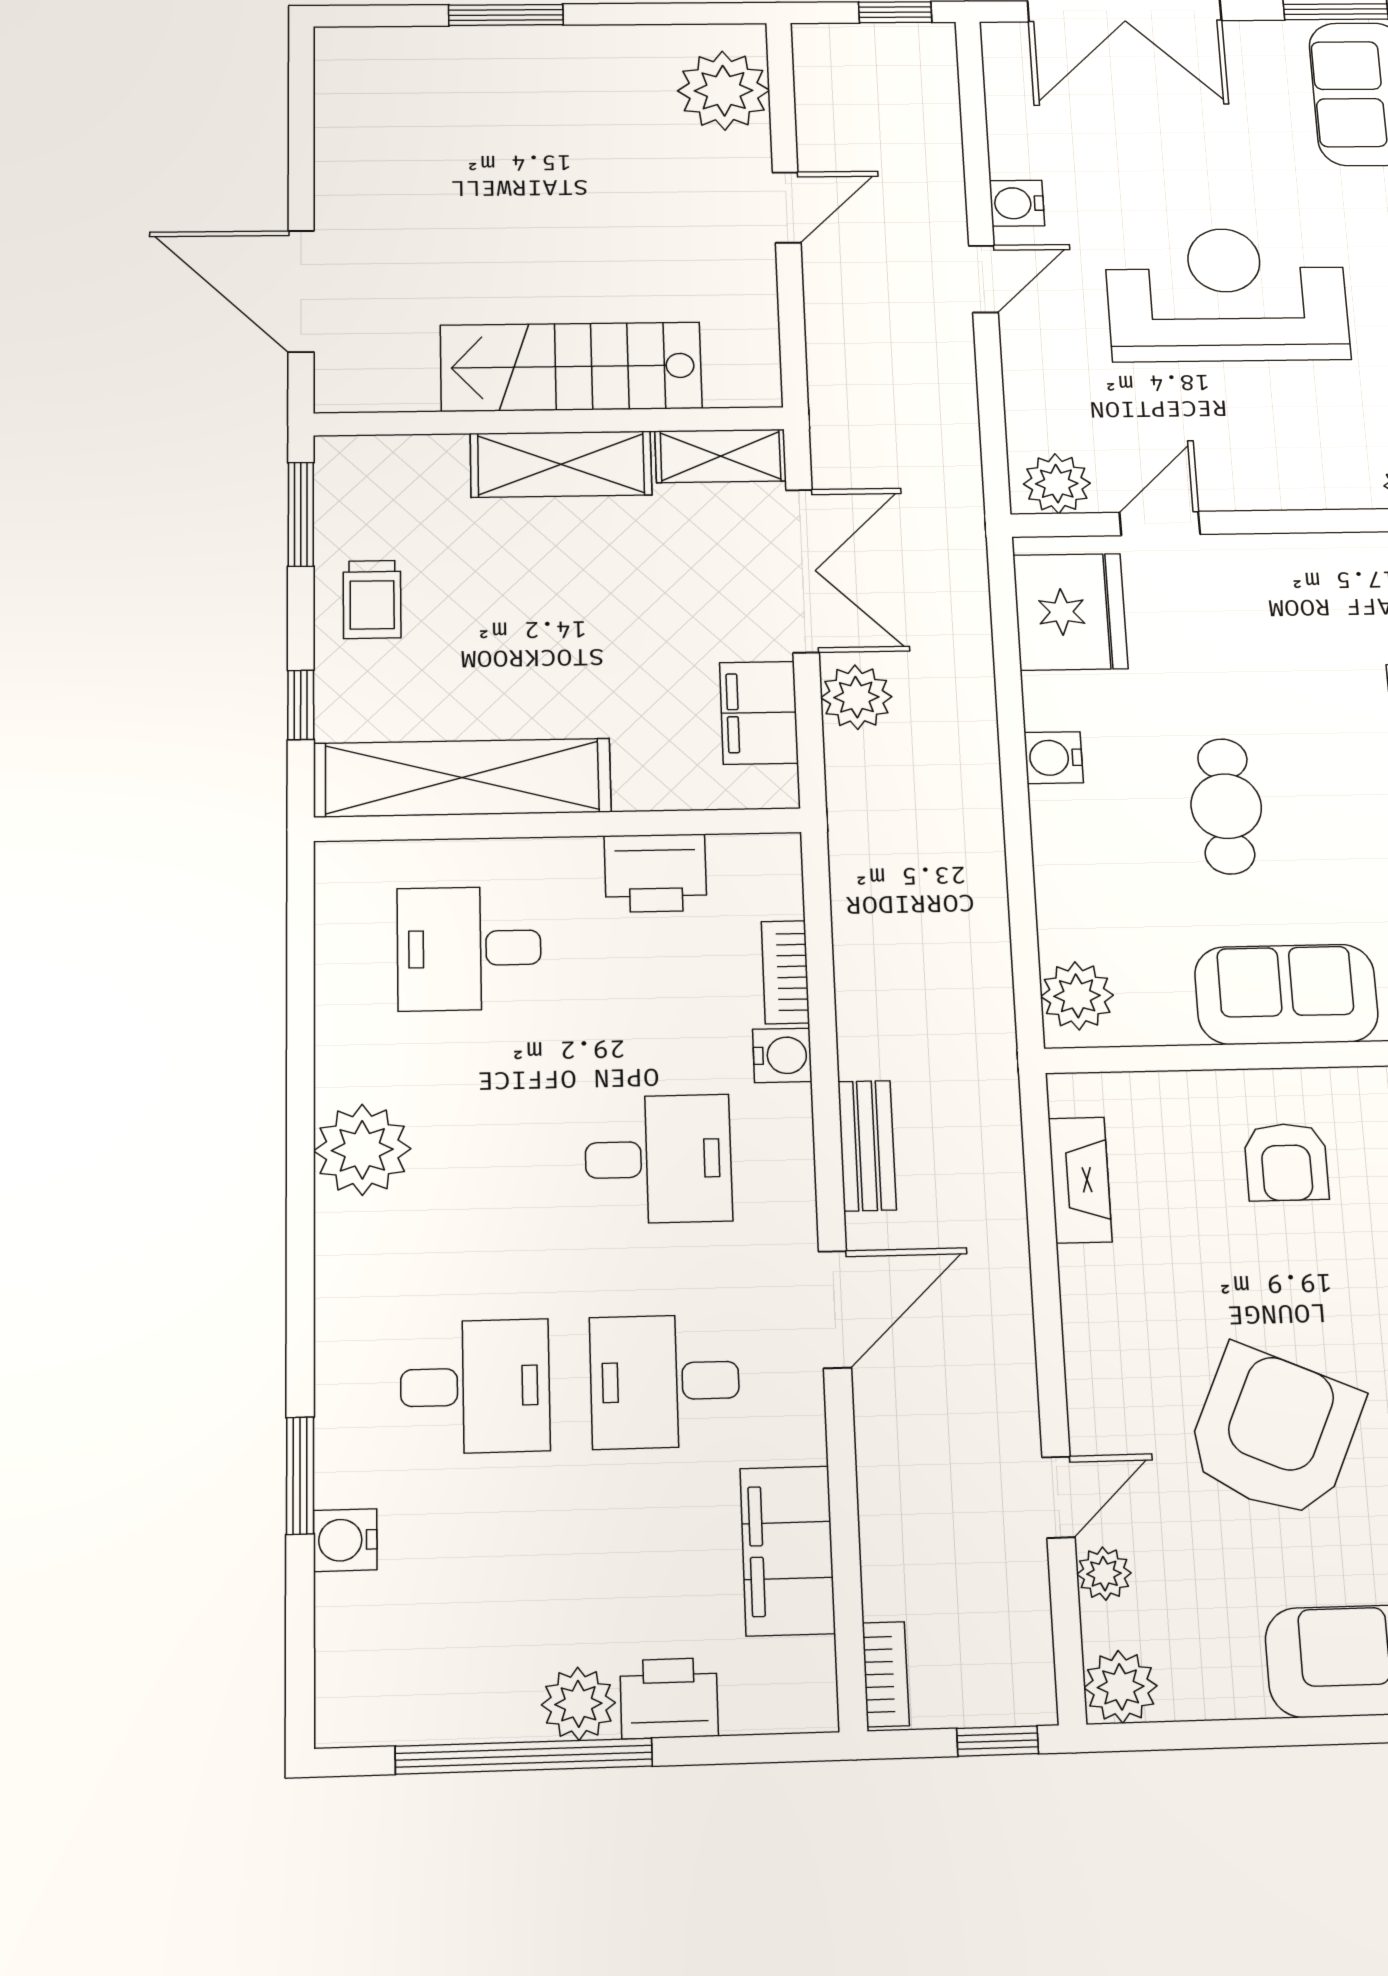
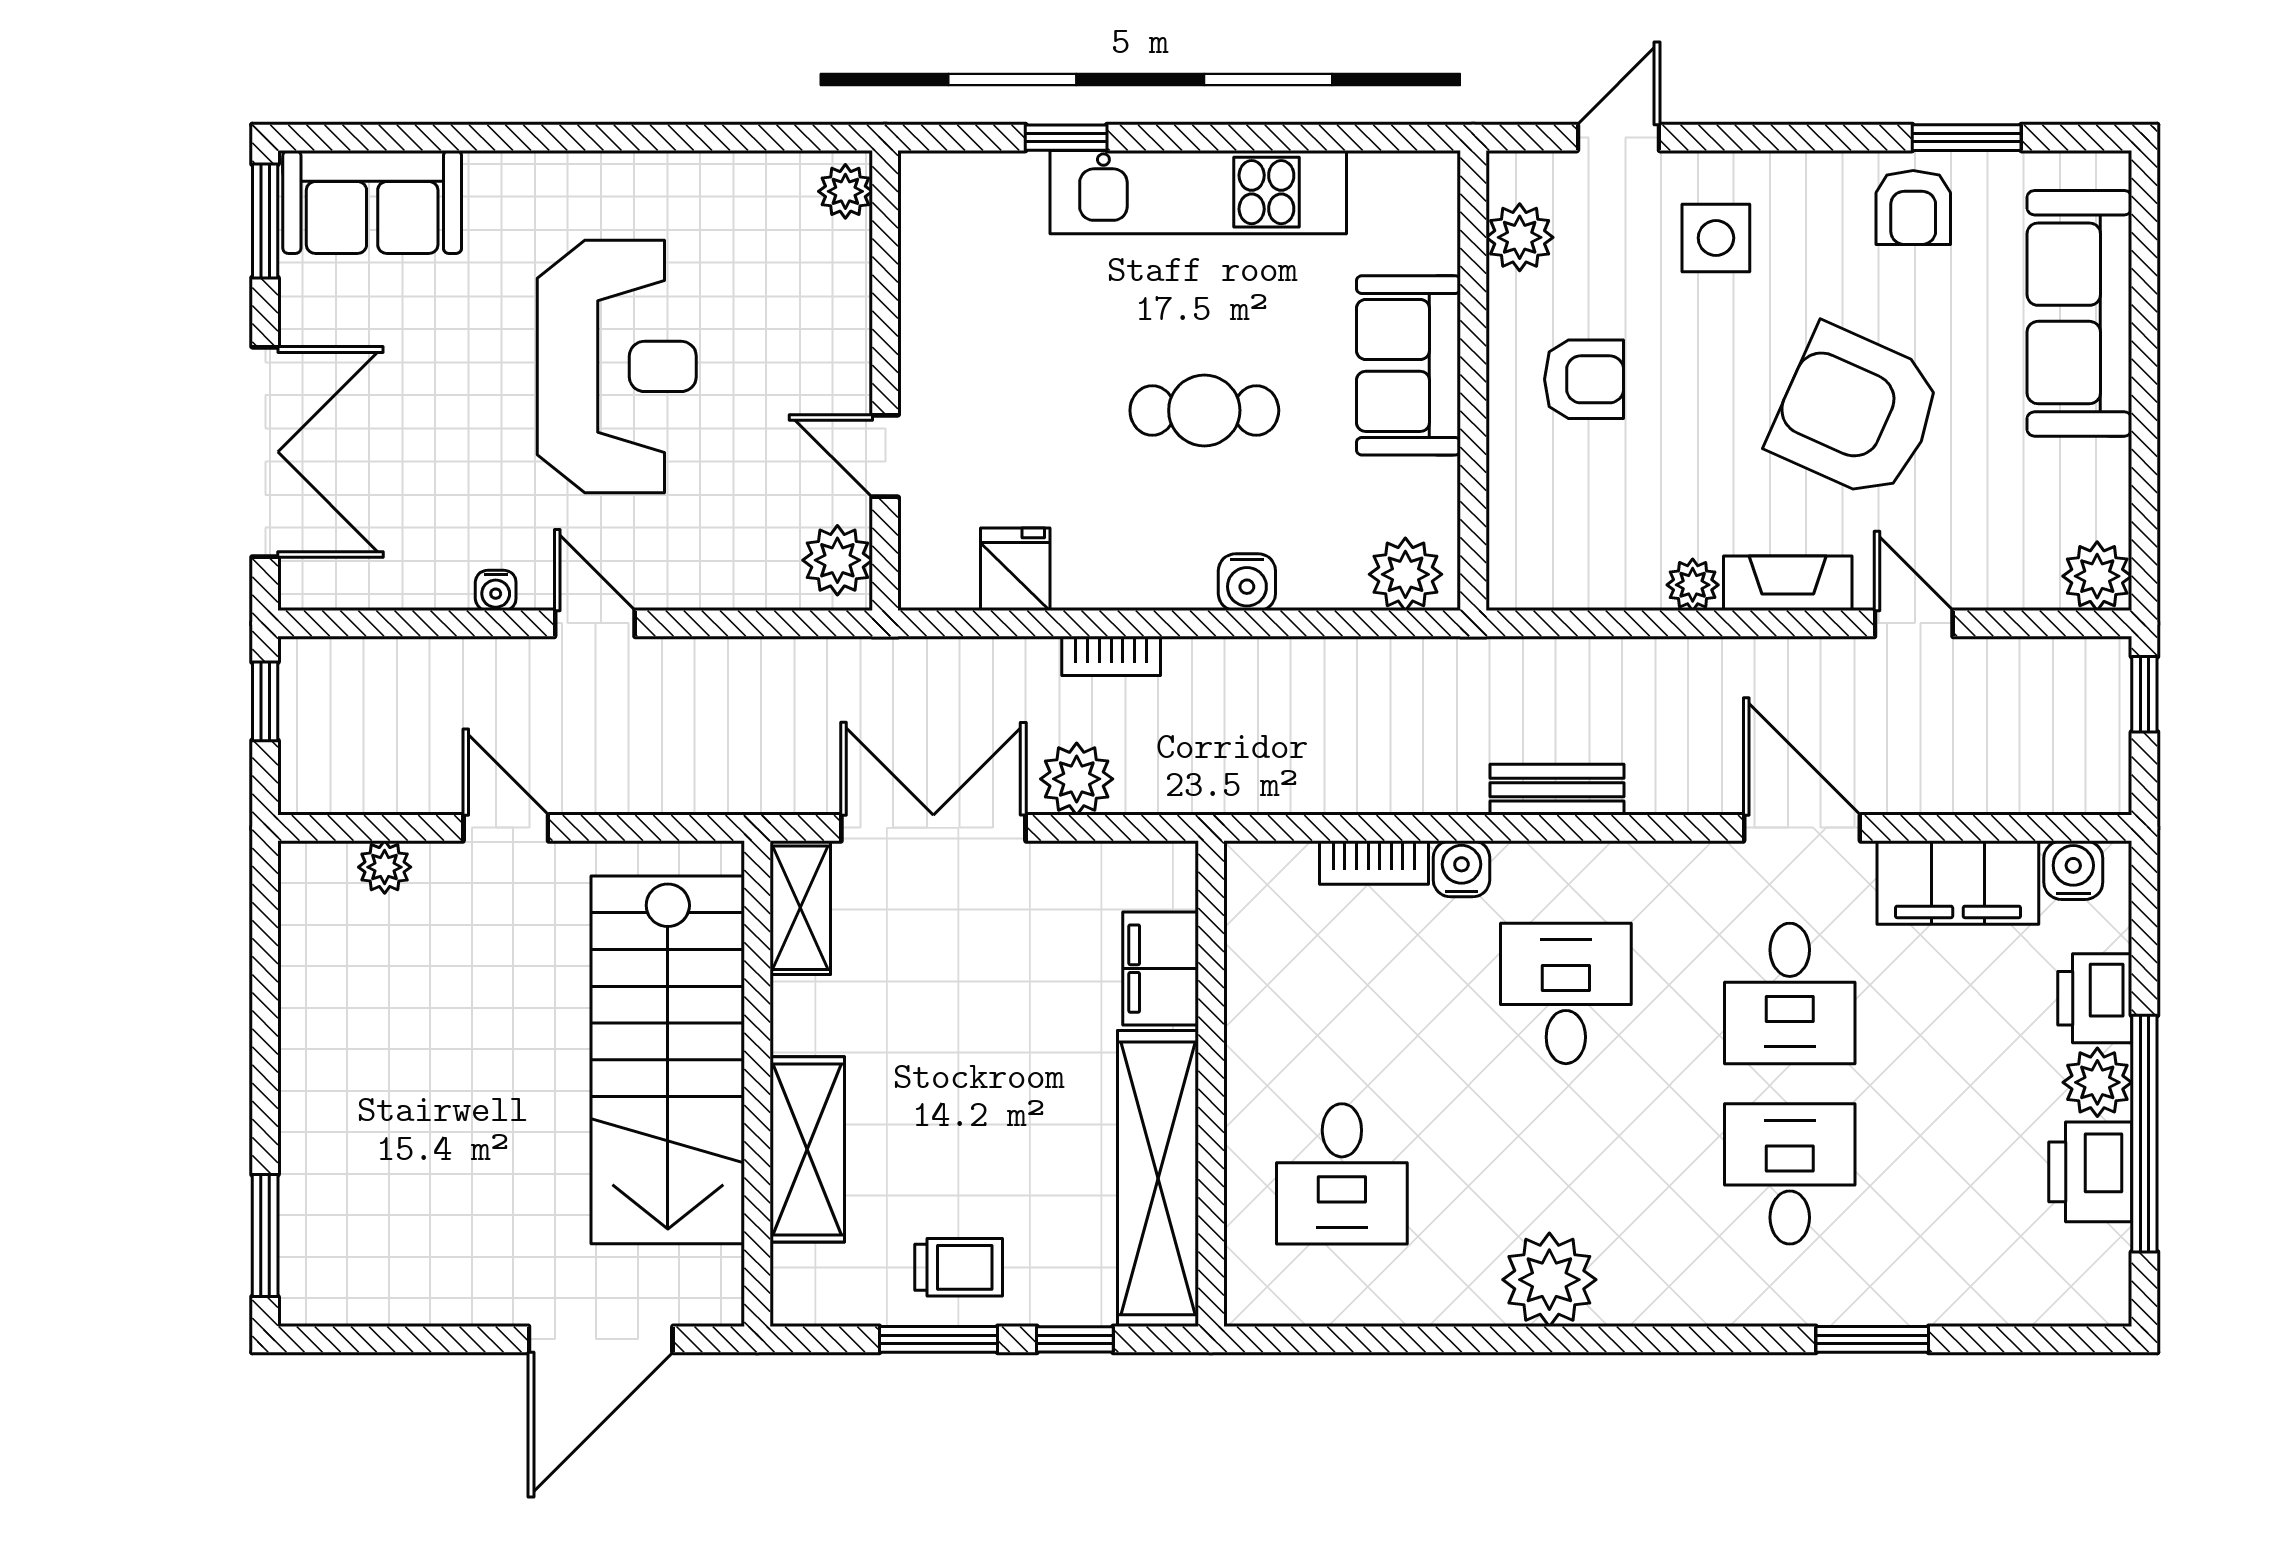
window: (506, 15) -> (265, 1236), moved
plant: (724, 91) -> (385, 867), width x0.53, depth x0.53
water cooler: (1017, 203) -> (496, 590), width x0.72, depth x0.72
reception desk: (1227, 295) -> (617, 366), turned 180
stairs: (571, 367) -> (668, 1060), width x1.36, depth x1.51
shelving: (561, 464) -> (807, 1149), moved
window: (301, 514) -> (939, 1339), moved
fridge: (1070, 612) -> (1015, 569), width x0.53, depth x0.75
filing cabinet: (759, 713) -> (1161, 969), moved, turned 90
water cooler: (1054, 758) -> (1247, 582), moved
printer: (655, 873) -> (2090, 1172), moved, turned 180
fireplace: (1080, 1180) -> (1788, 583), moved
door: (835, 1309) -> (1802, 828), moved
water cooler: (345, 1540) -> (2073, 870), moved, turned 180
plant: (1104, 1574) -> (1693, 585), moved
bookcase: (886, 1674) -> (1111, 656), moved, turned 180

